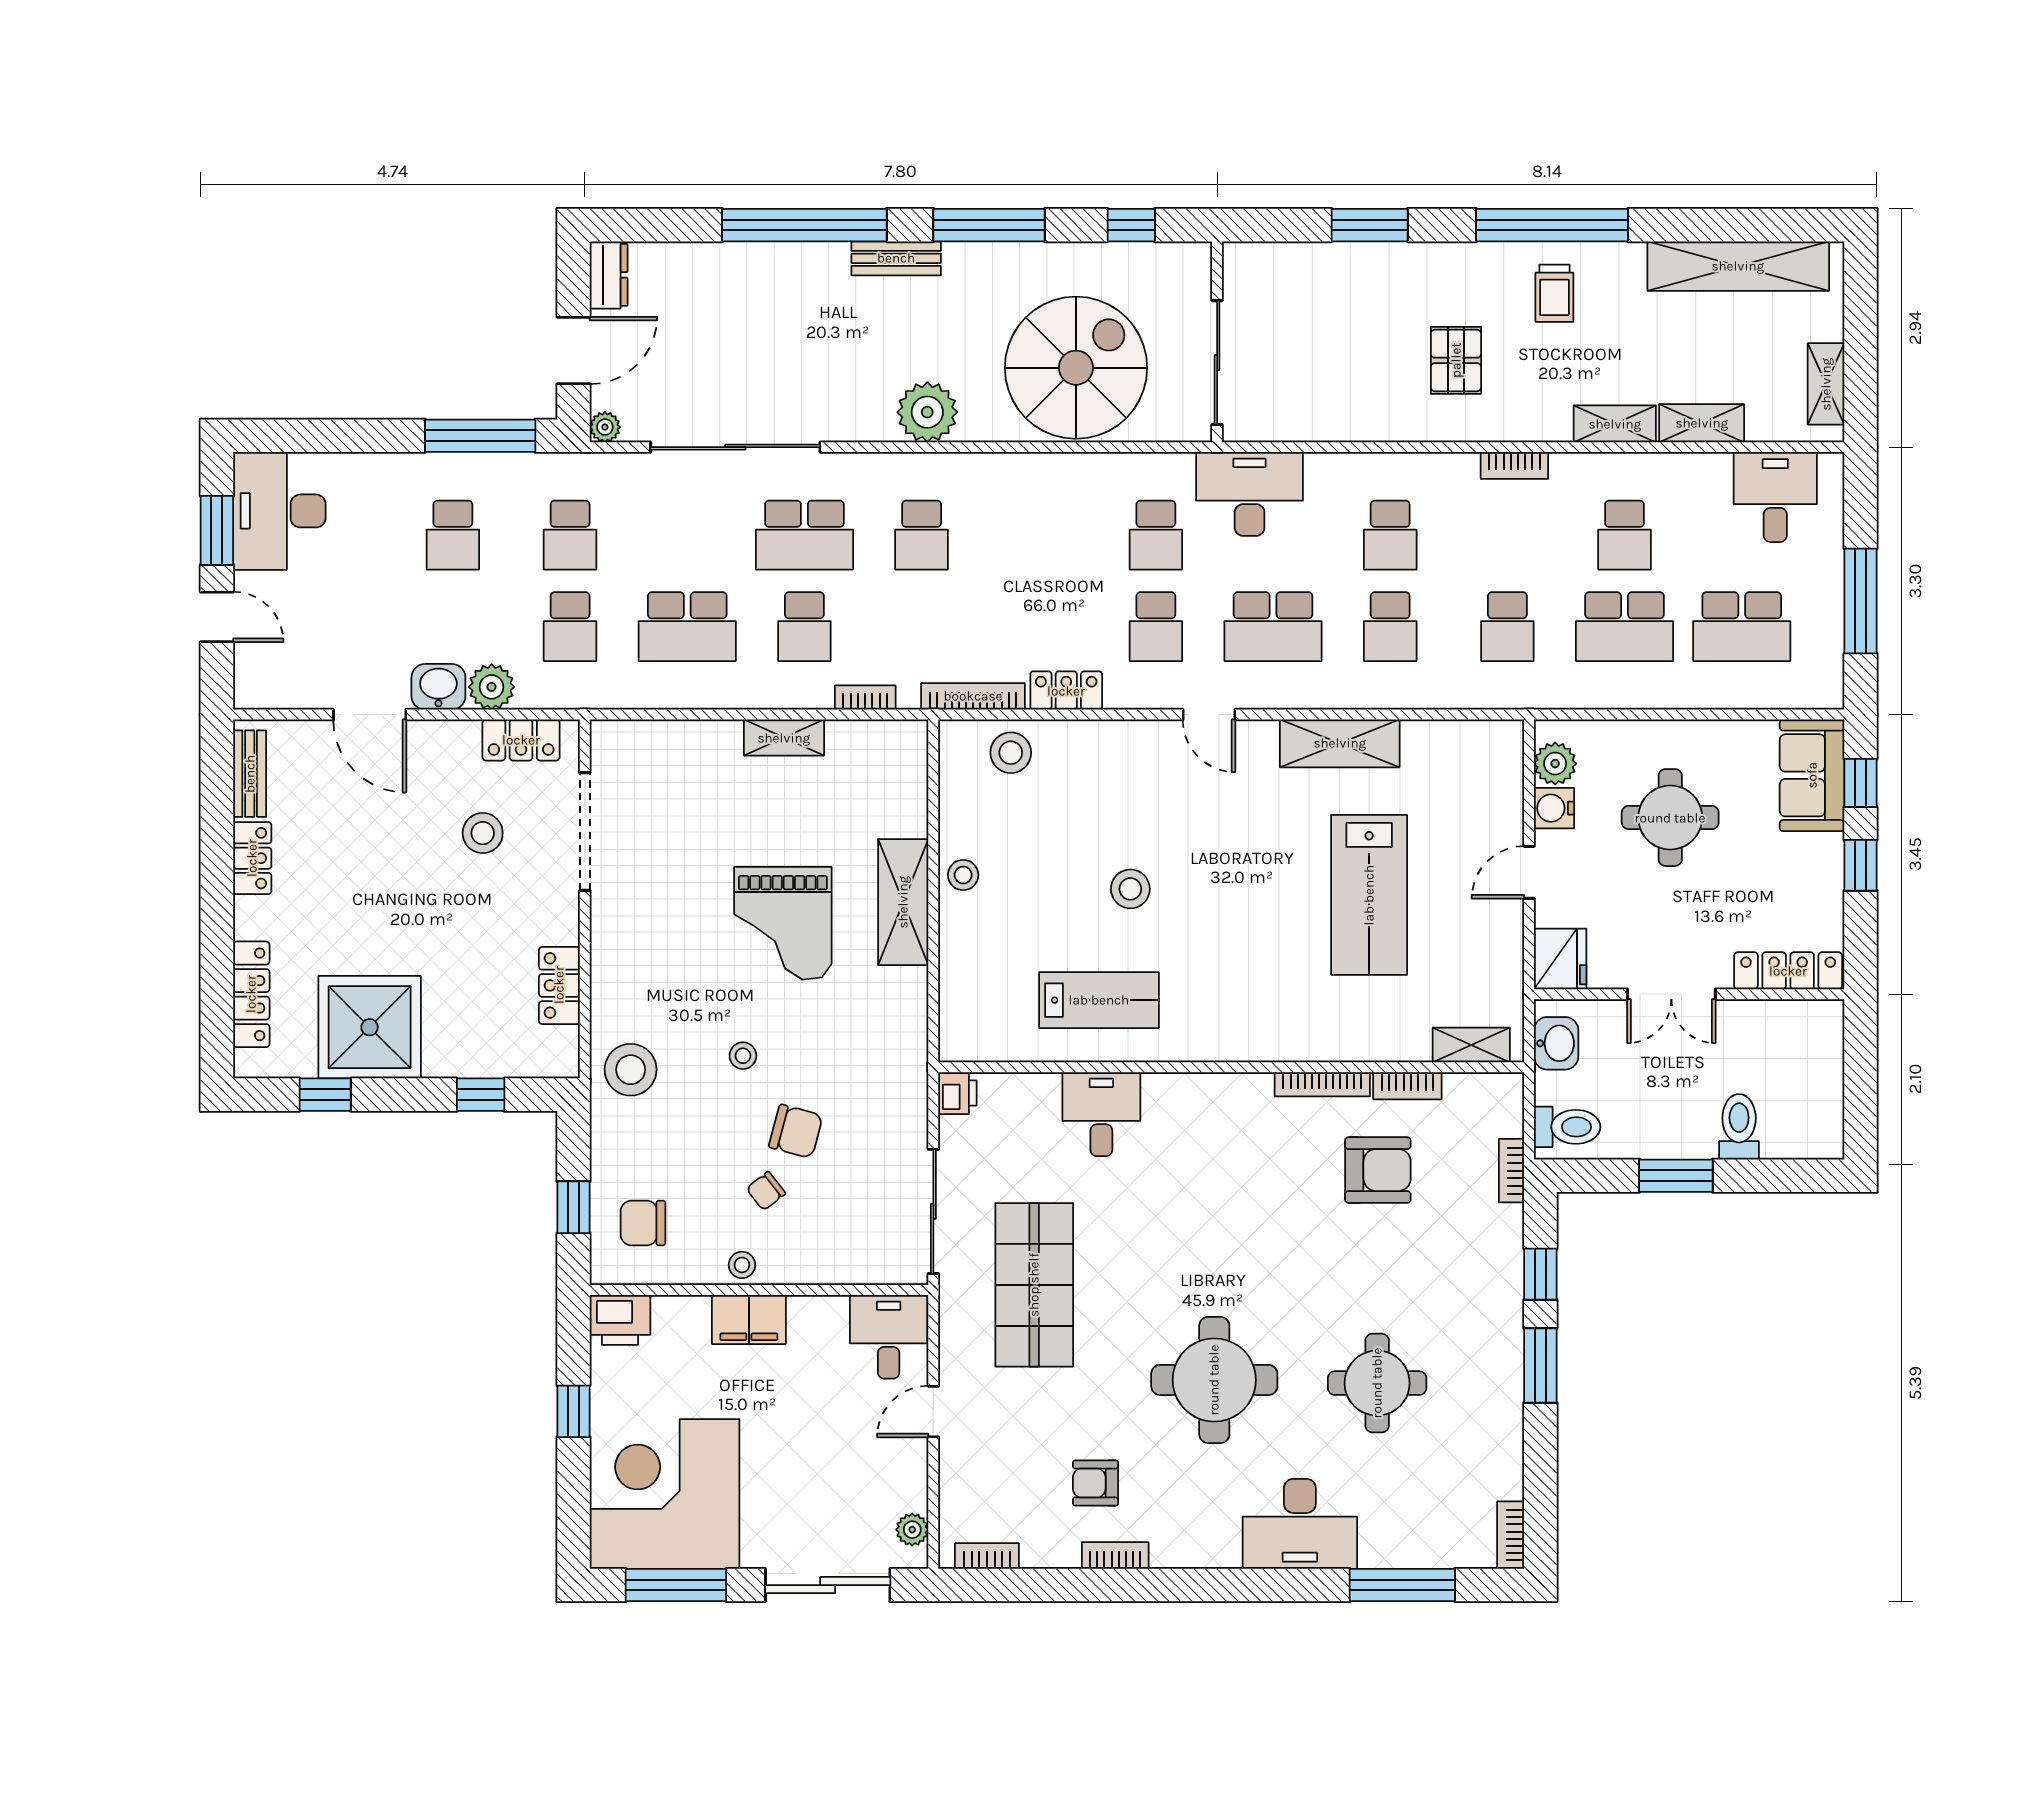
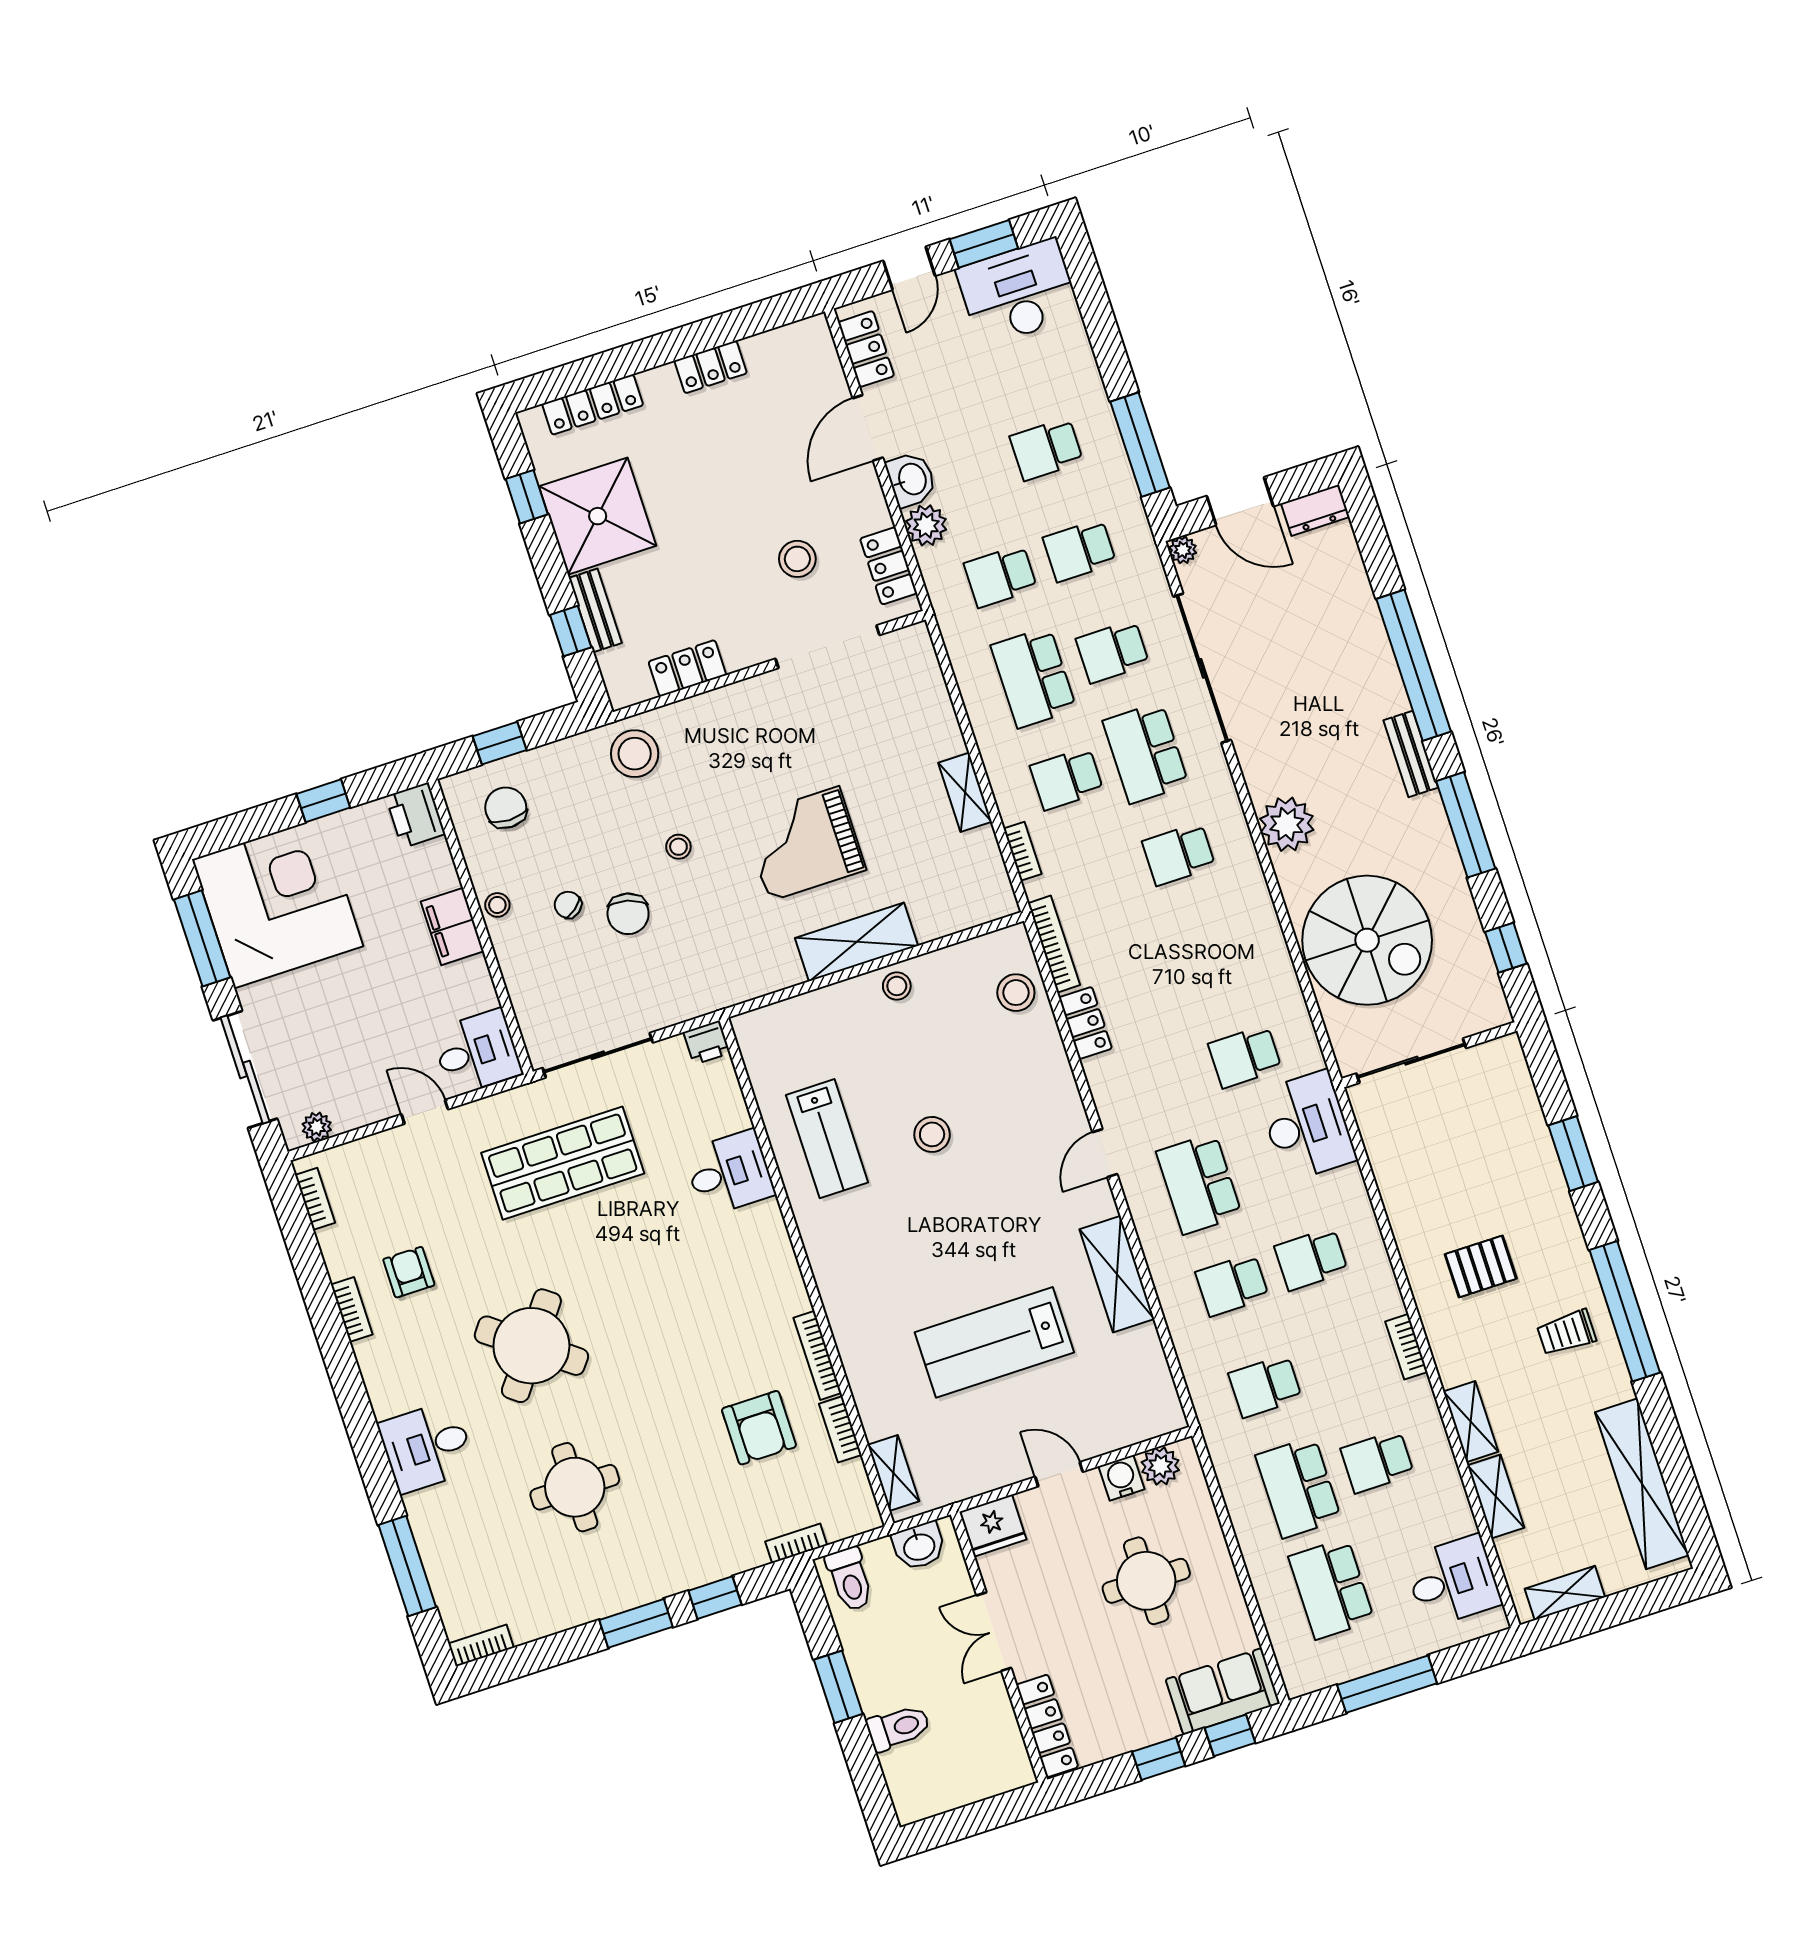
school desk: (1156, 627) -> (1113, 652), moved
locker: (287, 689) -> (866, 349), added
bench: (250, 774) -> (595, 610), moved, turned 90
round table: (1214, 1380) -> (531, 1346), turned 37
desk: (1300, 1524) -> (427, 1447), width x0.73

